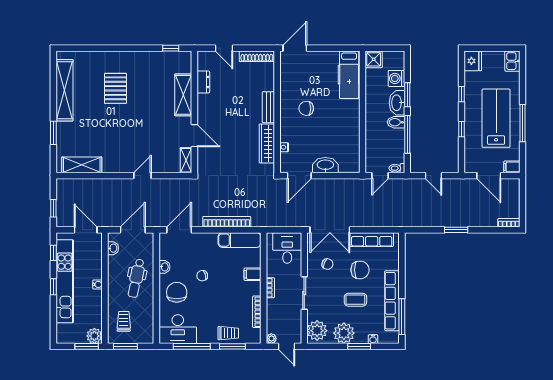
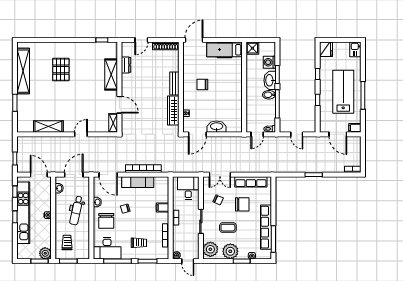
door: (224, 48) -> (141, 40), hinge flipped
hospital bed: (349, 75) -> (224, 50), moved, turned 90
shelving: (82, 165) -> (48, 126), moved
door: (179, 230) -> (108, 175), swing flipped
double door: (330, 230) -> (220, 175), width x0.73
exam couch: (239, 240) -> (138, 182), moved
chair: (177, 292) -> (106, 221), turned 180
coffee table: (355, 300) -> (228, 228), moved
trolley: (228, 333) -> (139, 243), moved

